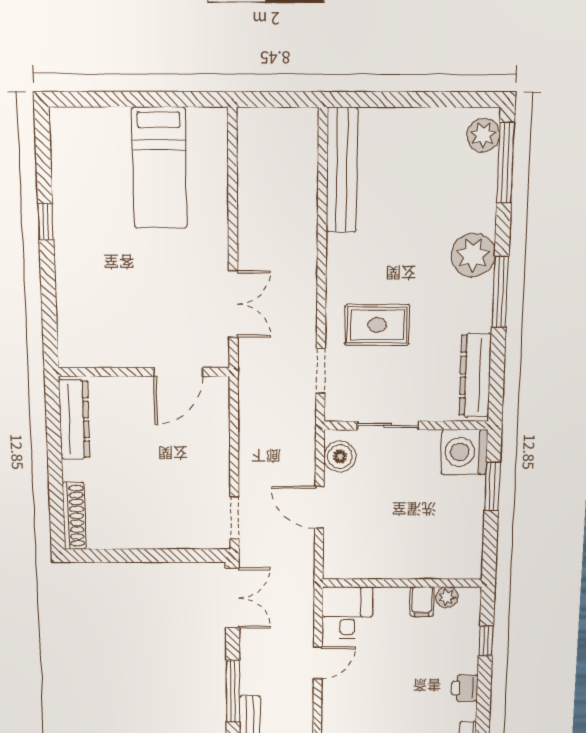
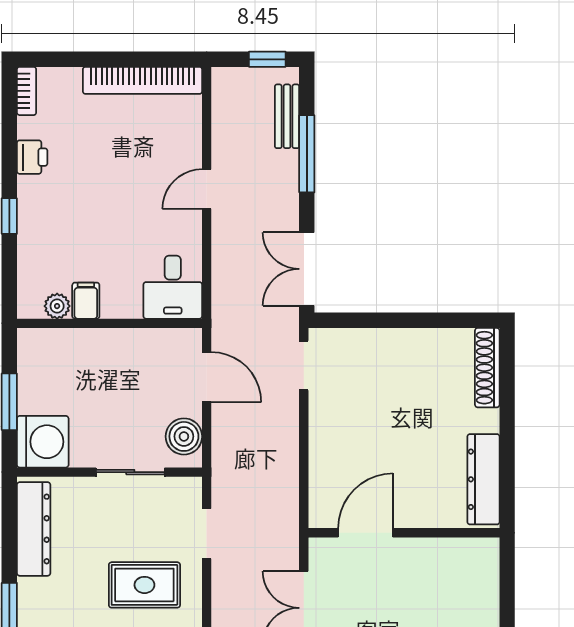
wall: (402, 583) -> (109, 323), moved
plant: (447, 597) -> (57, 306), moved
filing cabinet: (422, 602) -> (86, 301), moved
desk: (347, 613) -> (173, 287), moved

